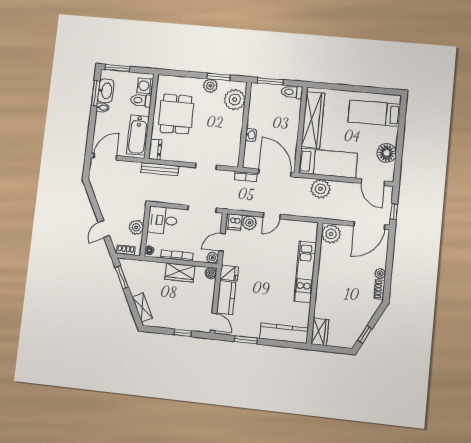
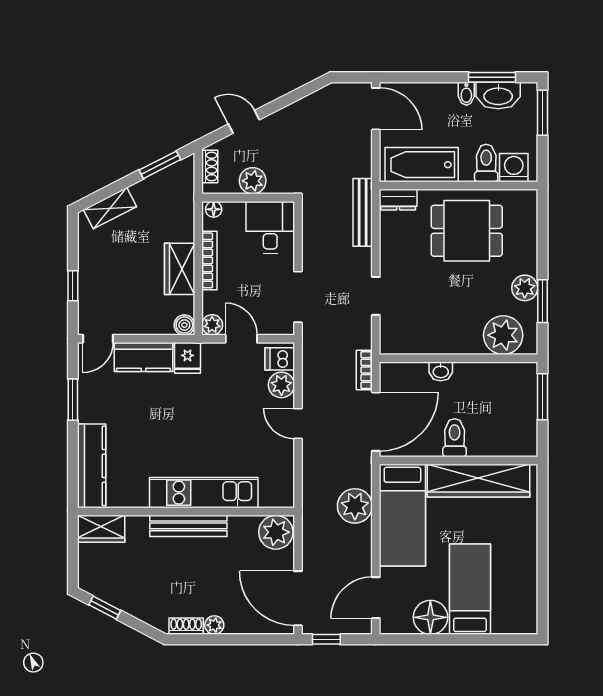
toilet: (292, 92) -> (455, 438), moved
bed: (374, 113) -> (470, 589), moved
bench: (323, 282) -> (188, 526), added

